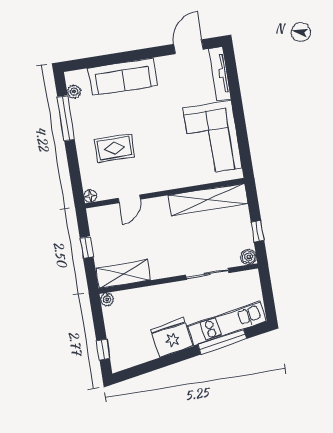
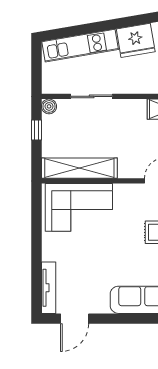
corner sofa: (213, 138) -> (79, 207), moved, turned 90
window: (222, 342) -> (88, 29), removed

